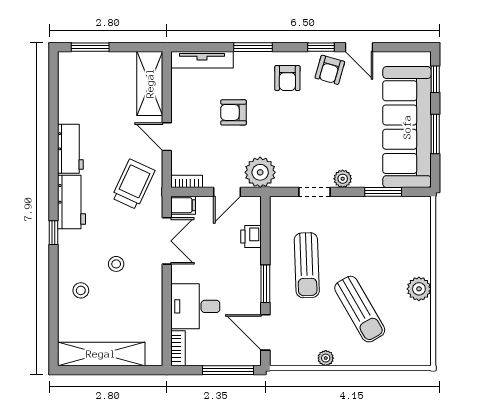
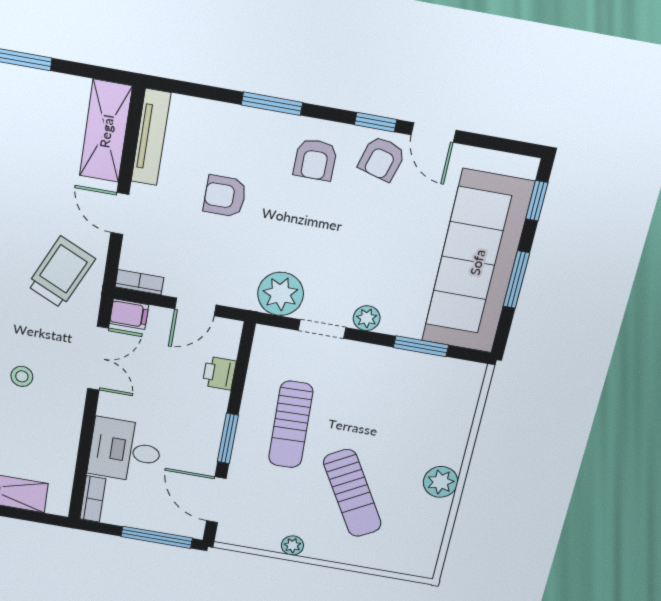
tv unit: (202, 60) -> (151, 137), moved, turned -90
plant: (260, 172) -> (281, 294), moved

